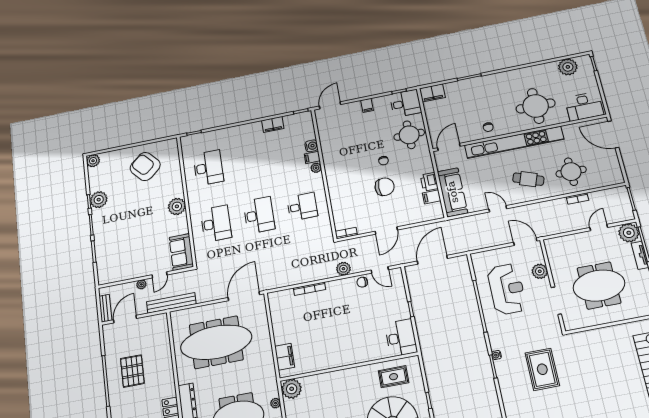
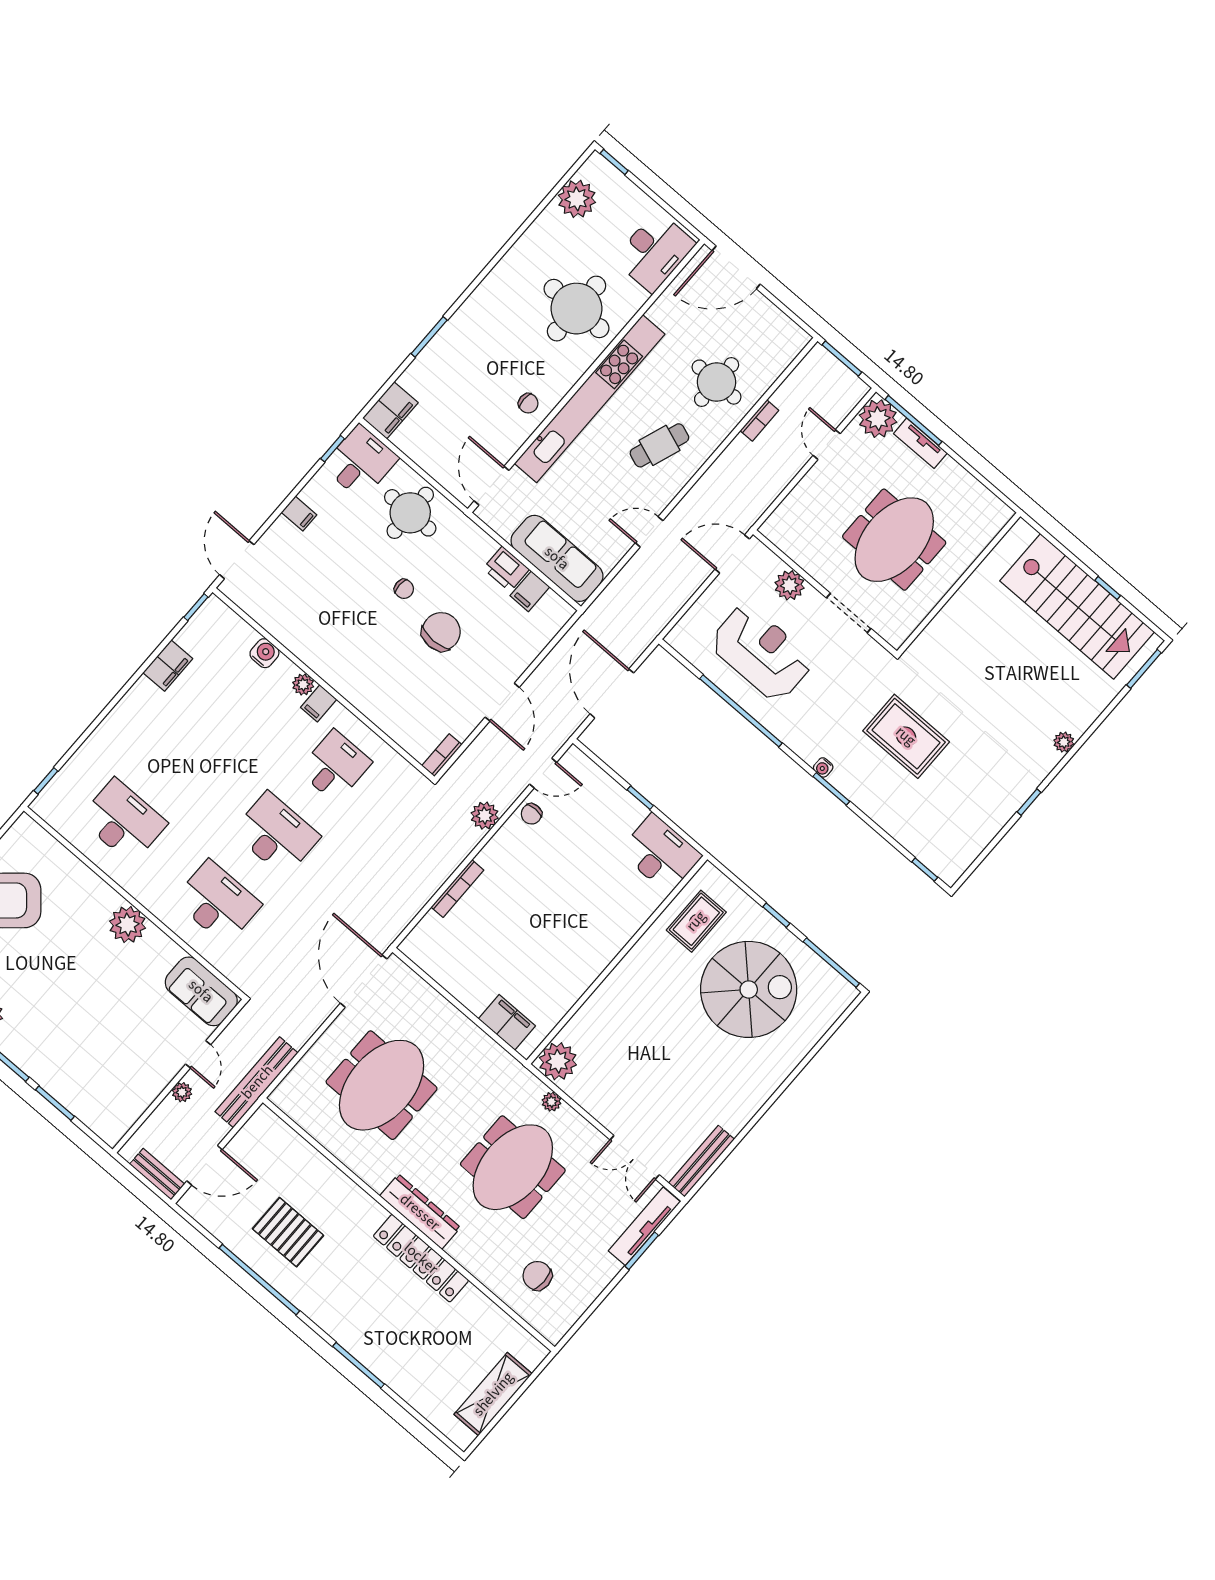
filing cabinet: (312, 157) -> (319, 703), moved
door: (125, 319) -> (205, 1165), swing flipped
meeting table: (216, 342) -> (382, 1085), width x0.73

